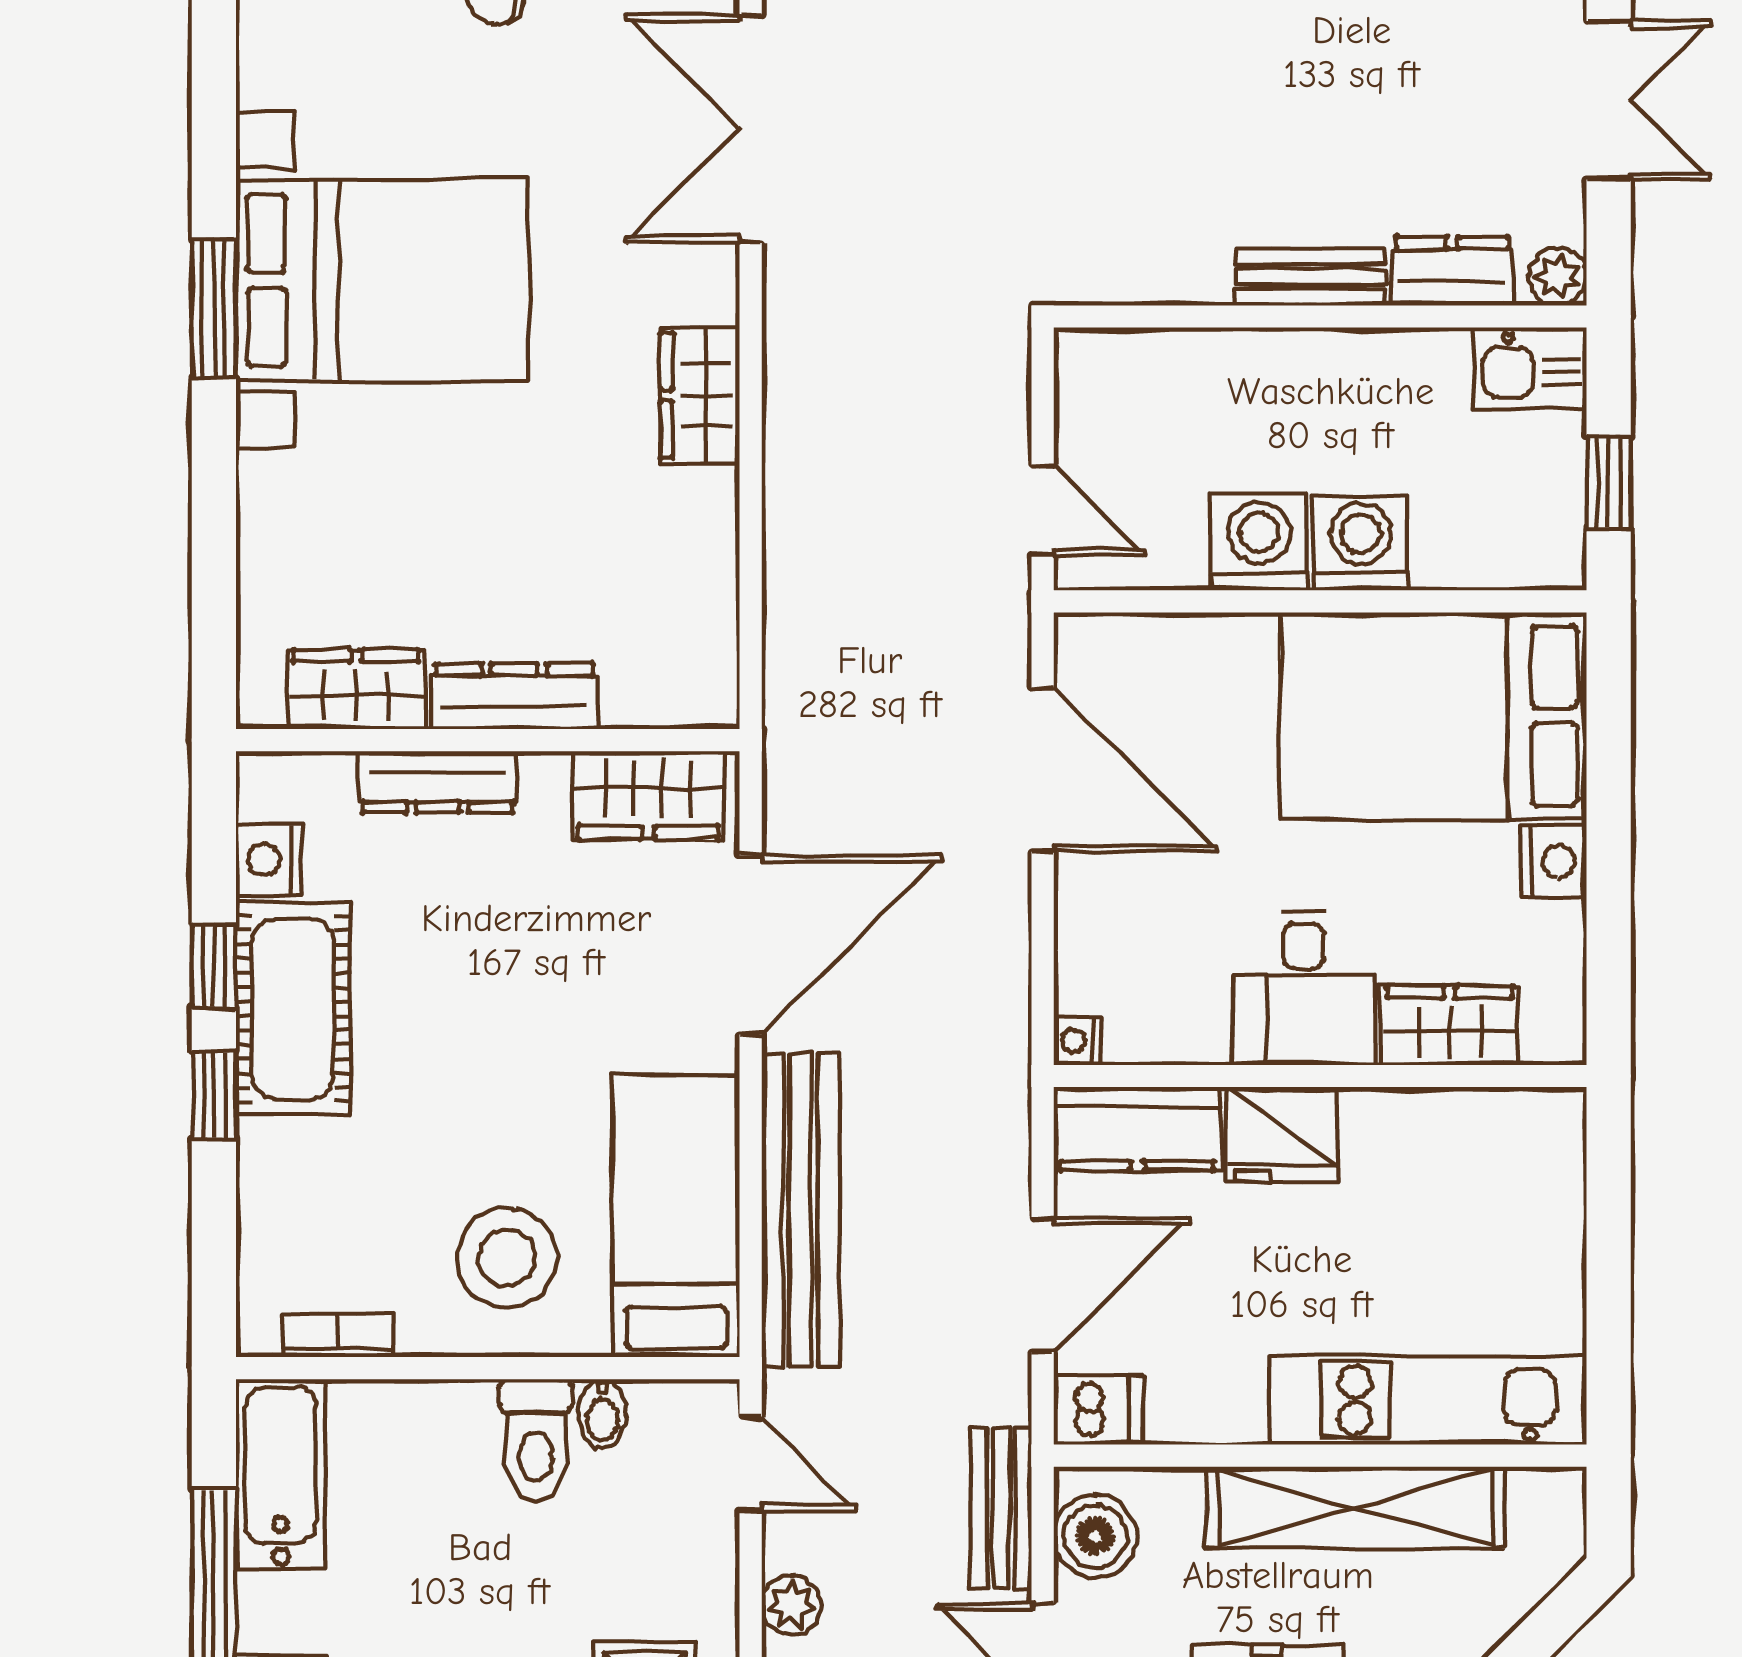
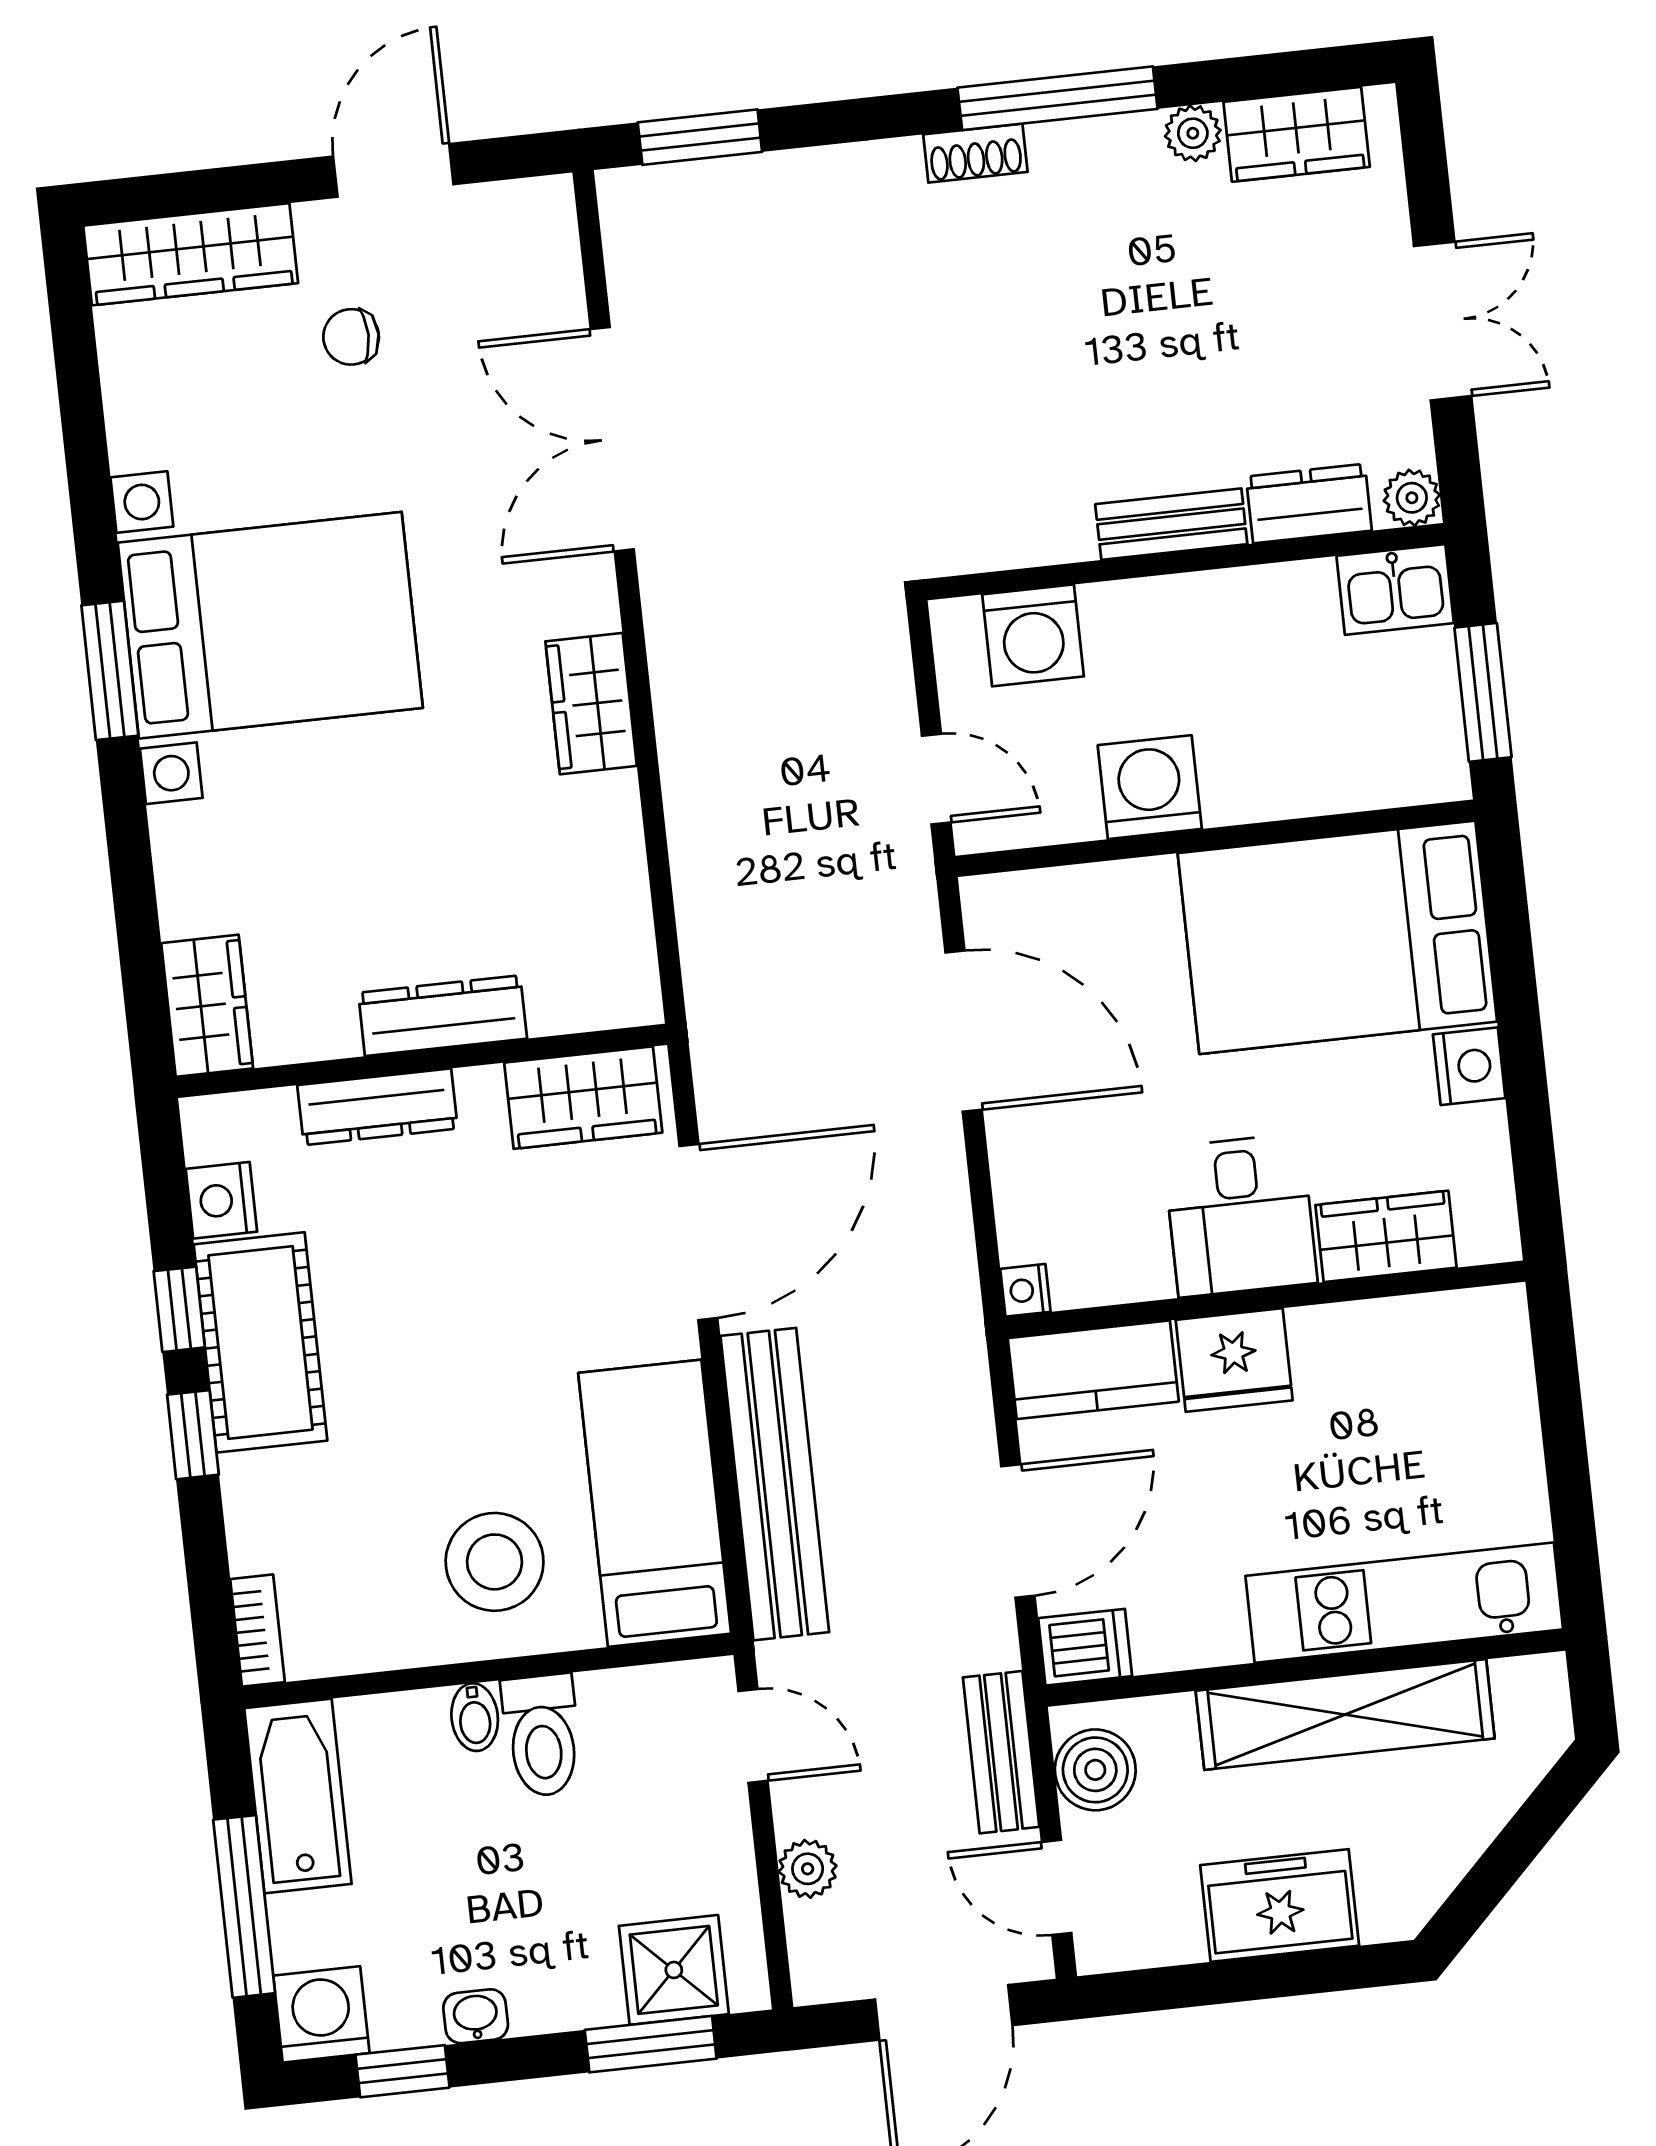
window: (1609, 483) -> (1483, 692), width x1.50
washing machine: (1361, 543) -> (1033, 635), moved, turned 180
wardrobe: (356, 689) -> (207, 1006), moved, turned 90
bookcase: (338, 1335) -> (257, 1631), moved, turned 90
bidet: (602, 1414) -> (475, 1717), moved

